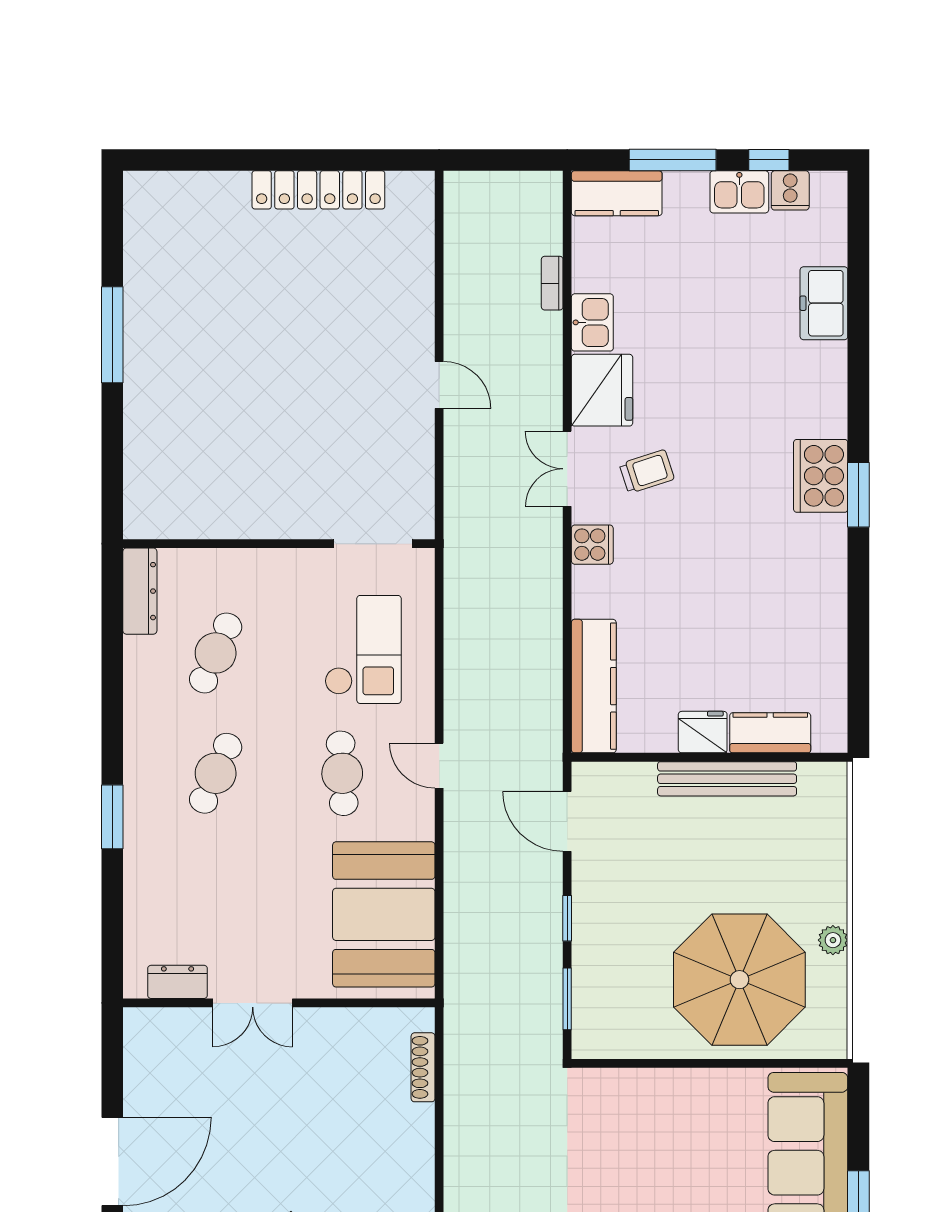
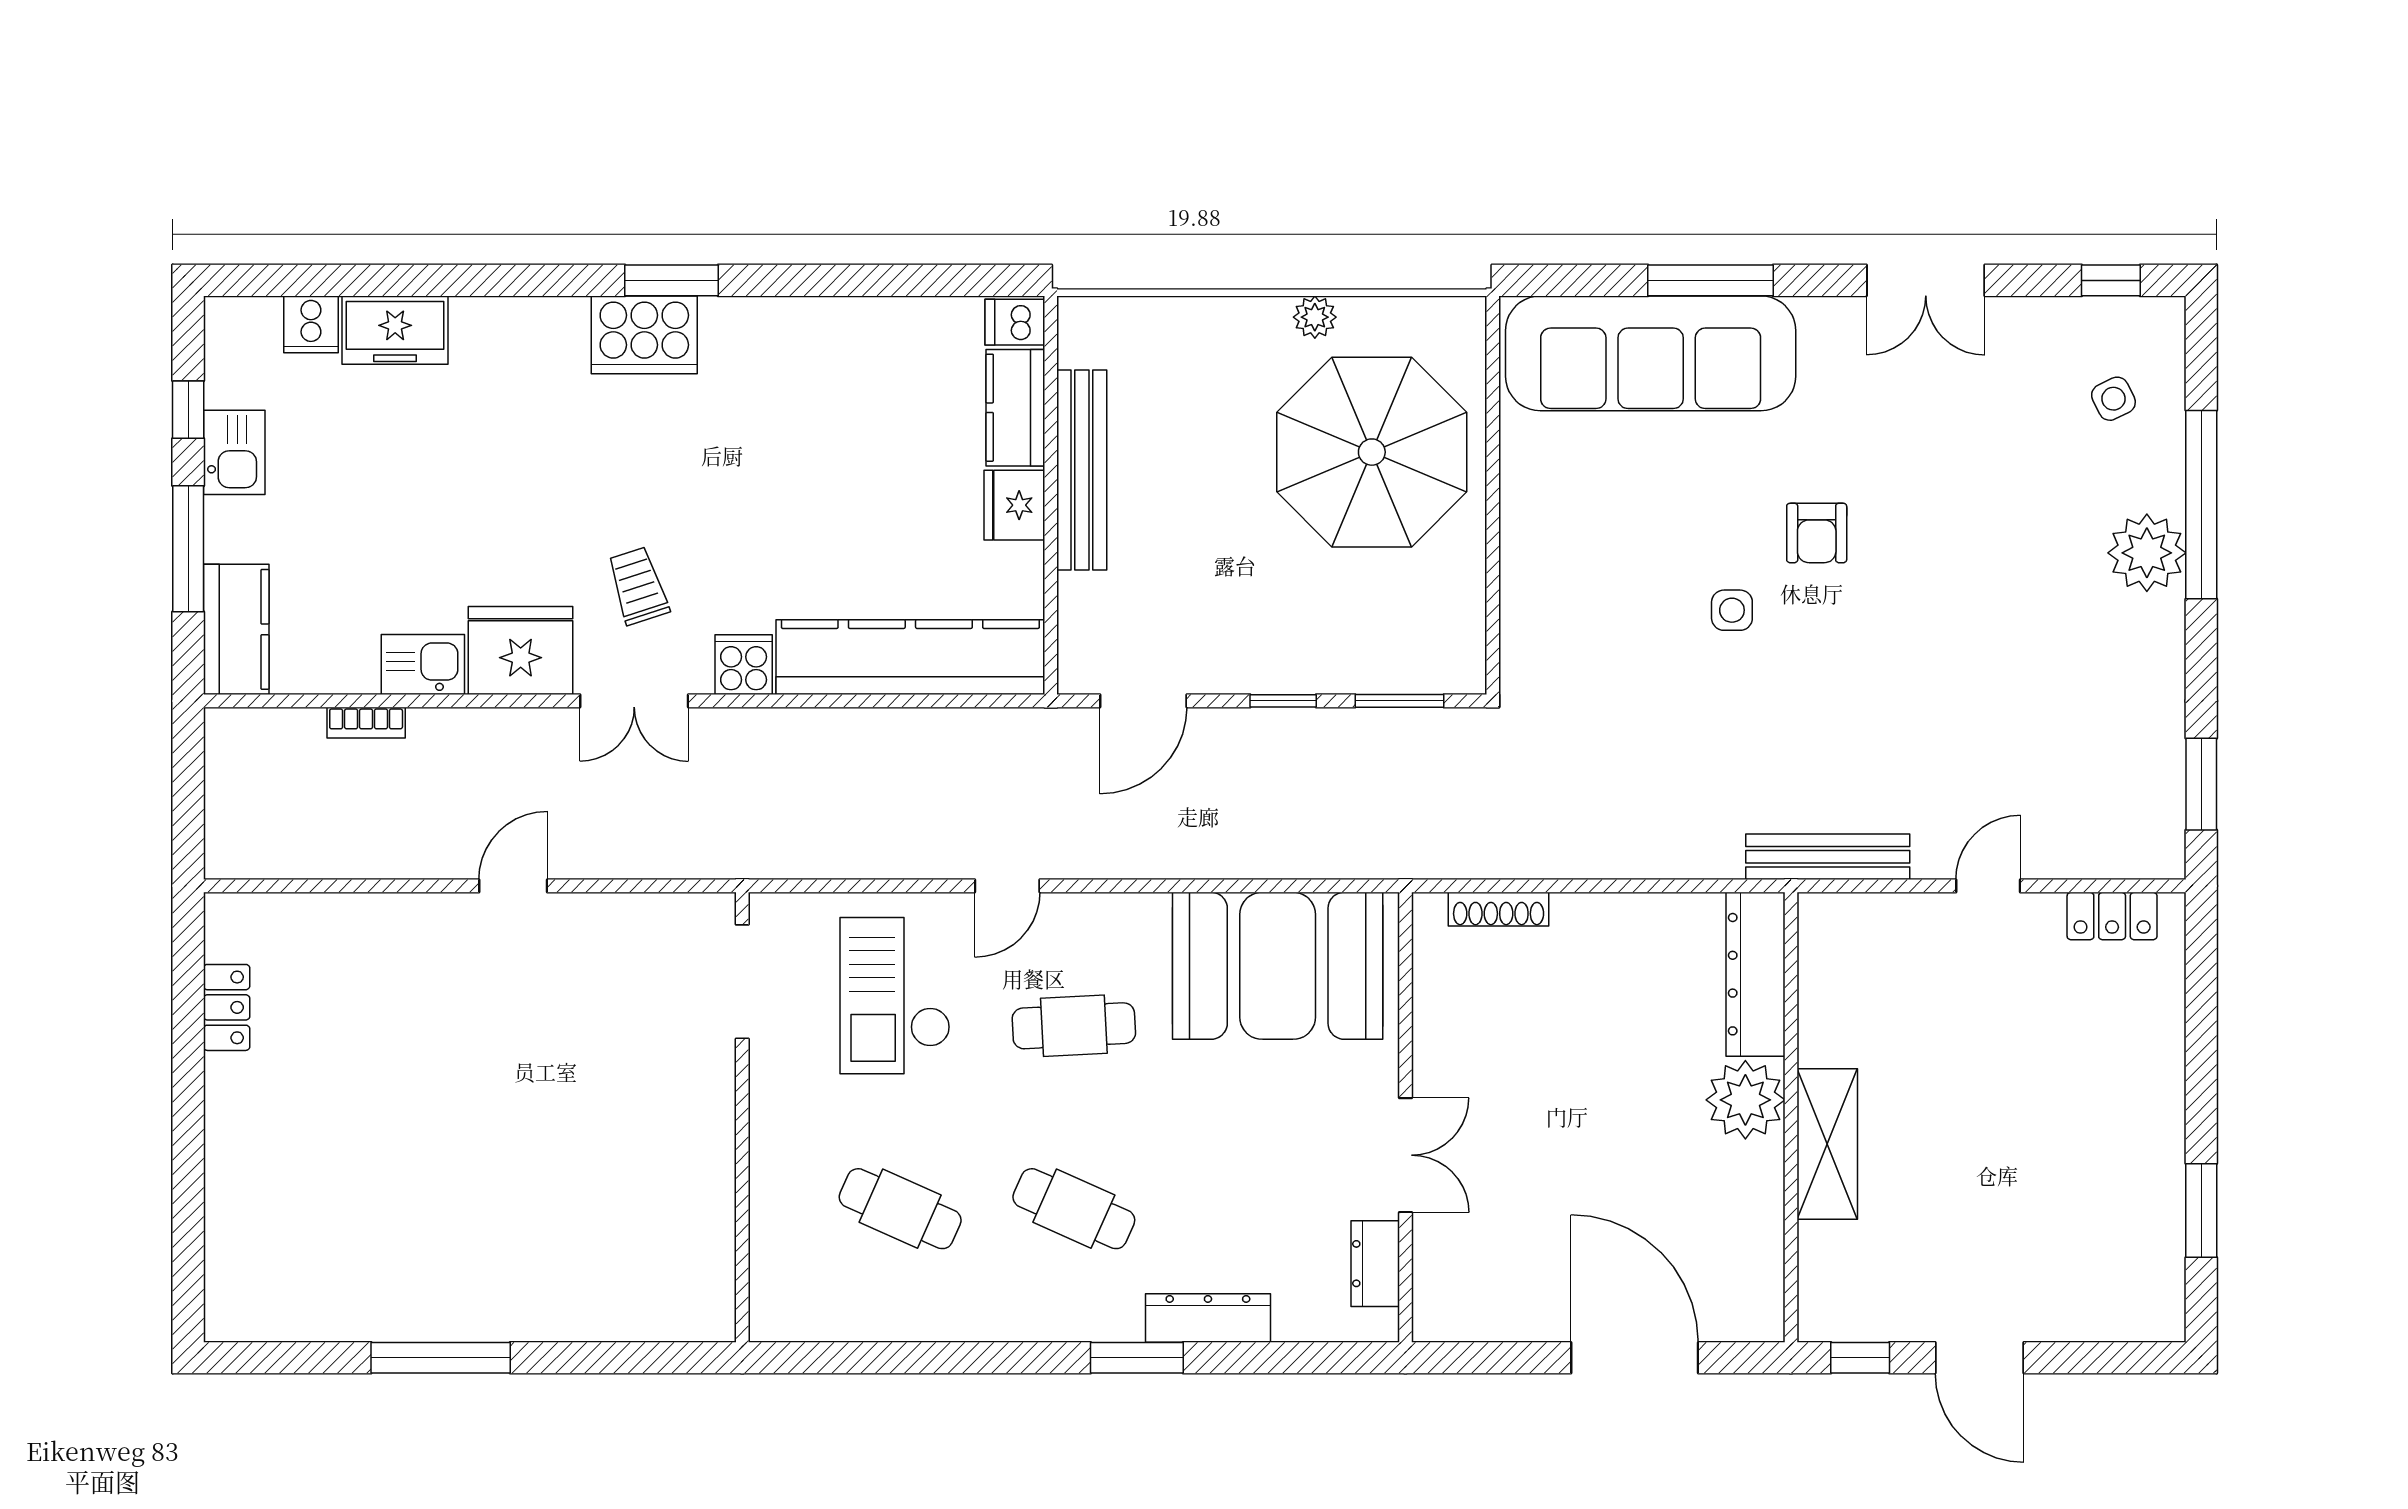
locker: (318, 190) -> (227, 1007), width x0.46, depth x0.83
cooker: (790, 190) -> (311, 324), moved, turned 90
dresser: (140, 591) -> (1208, 1318), moved
checkout: (363, 649) -> (895, 996), turned -90
kitchen counter: (594, 686) -> (910, 657), width x1.39, depth x1.17
dishwasher: (829, 732) -> (1015, 322), added
door: (439, 766) -> (1007, 886), moved

